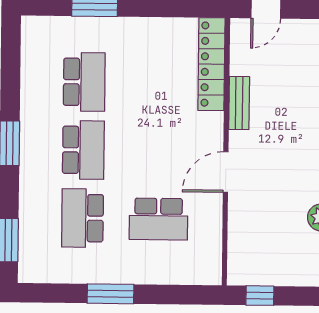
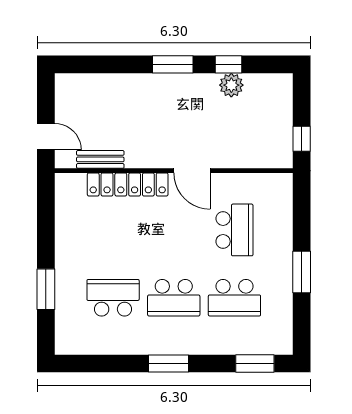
locker: (211, 64) -> (128, 184), moved
bench: (239, 103) -> (100, 159), moved
school desk: (83, 150) -> (174, 298), turned 180

